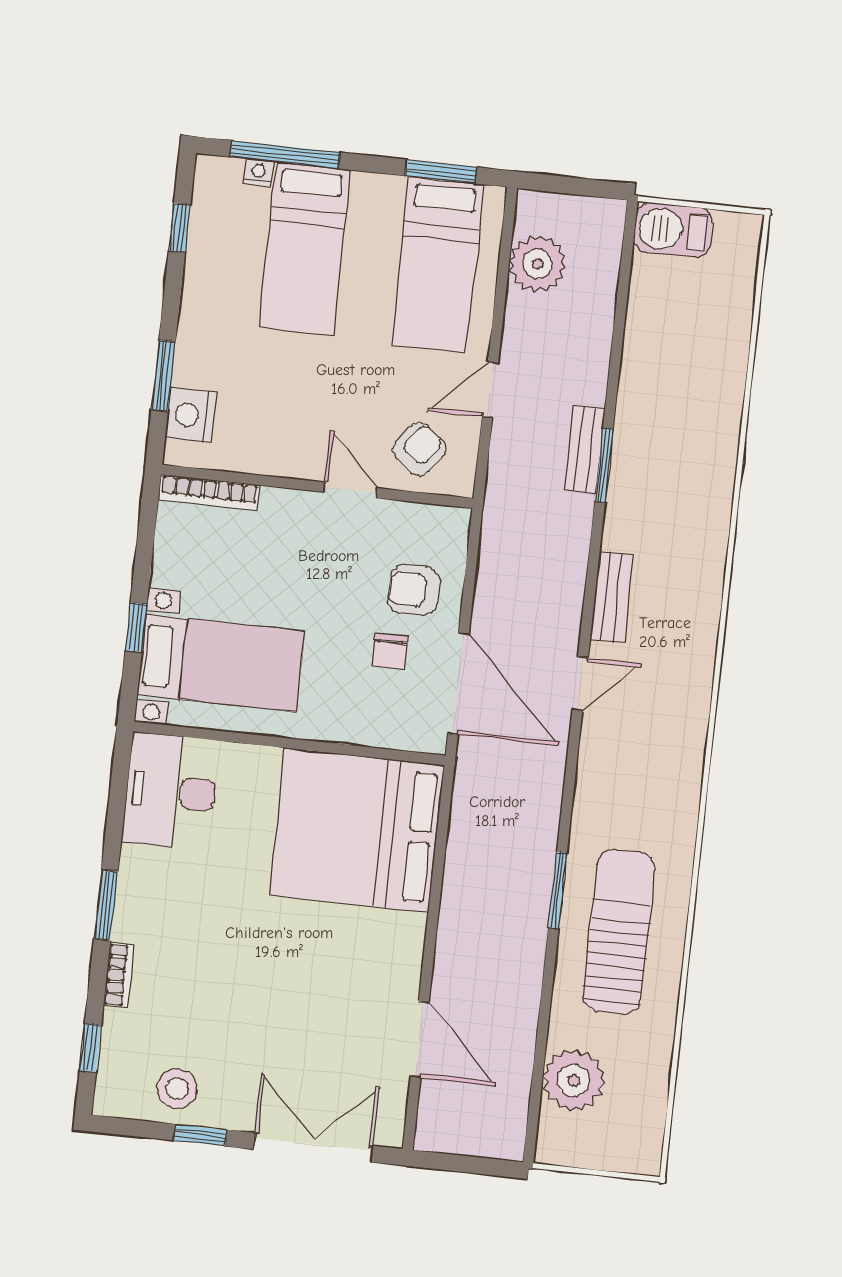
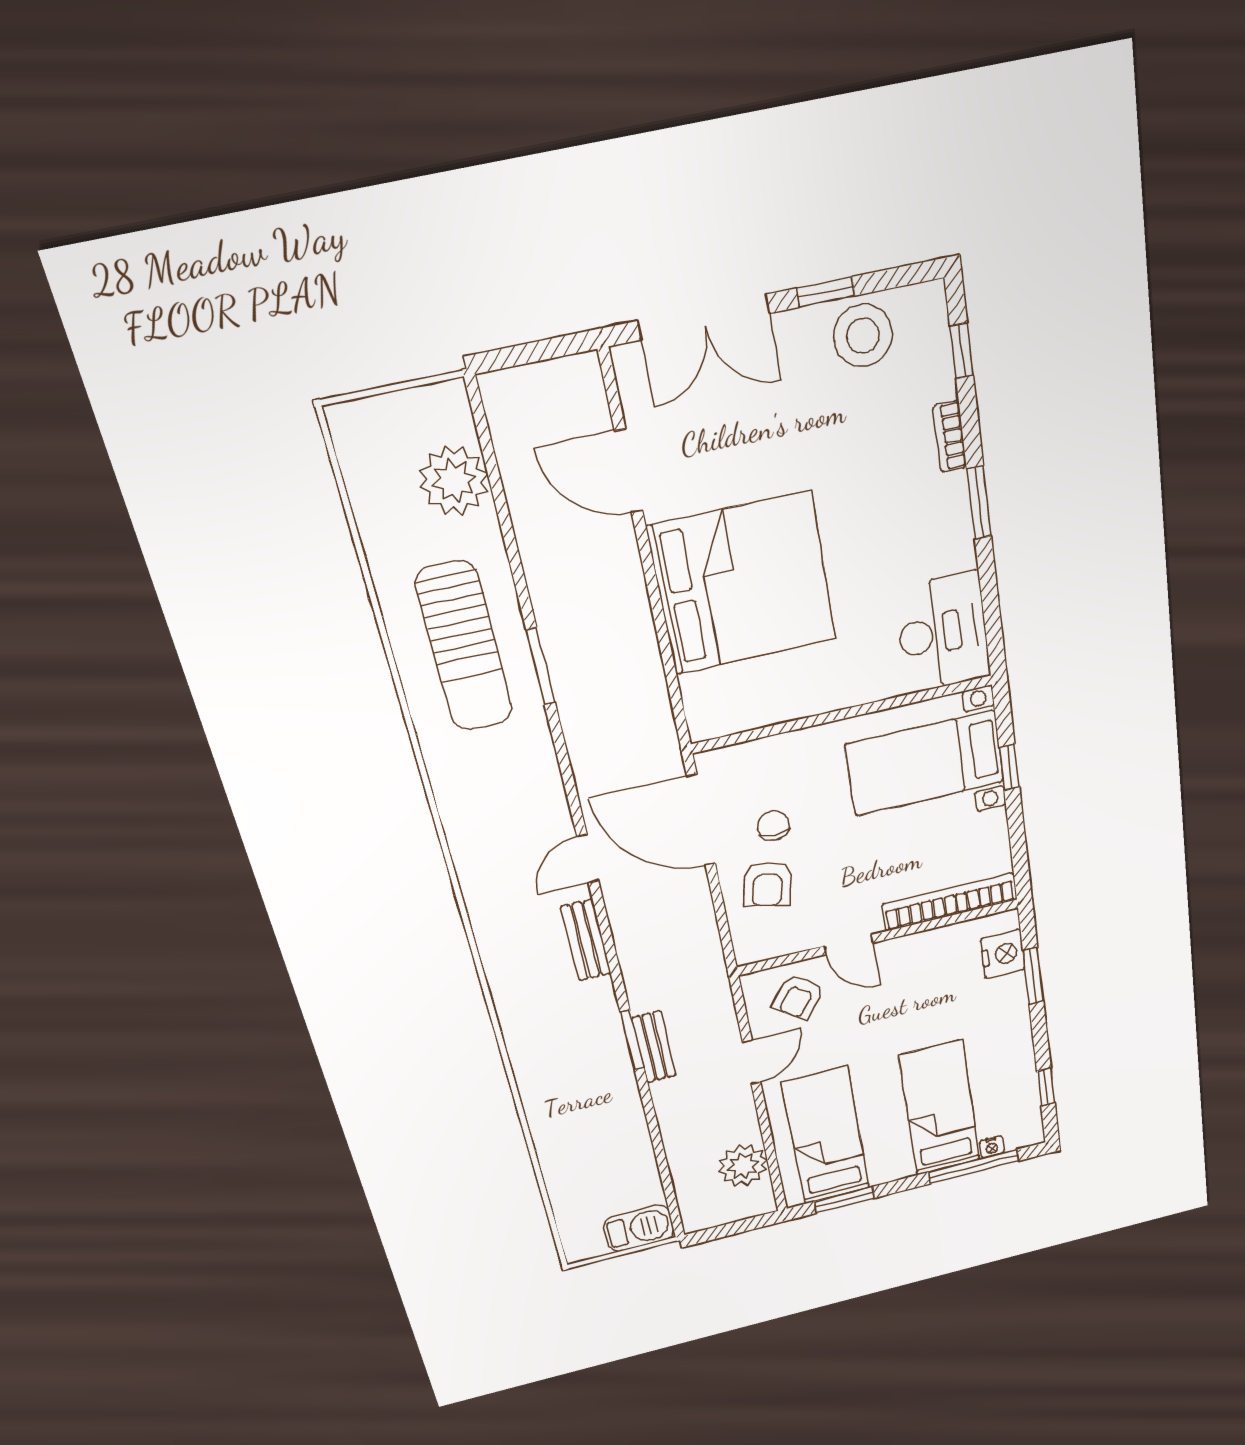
bookcase: (209, 492) -> (950, 902), width x1.48, depth x1.31
armchair: (414, 590) -> (768, 884), turned 102
bed: (356, 830) -> (743, 583), moved
stool: (177, 1089) -> (863, 336), width x1.38, depth x1.38

